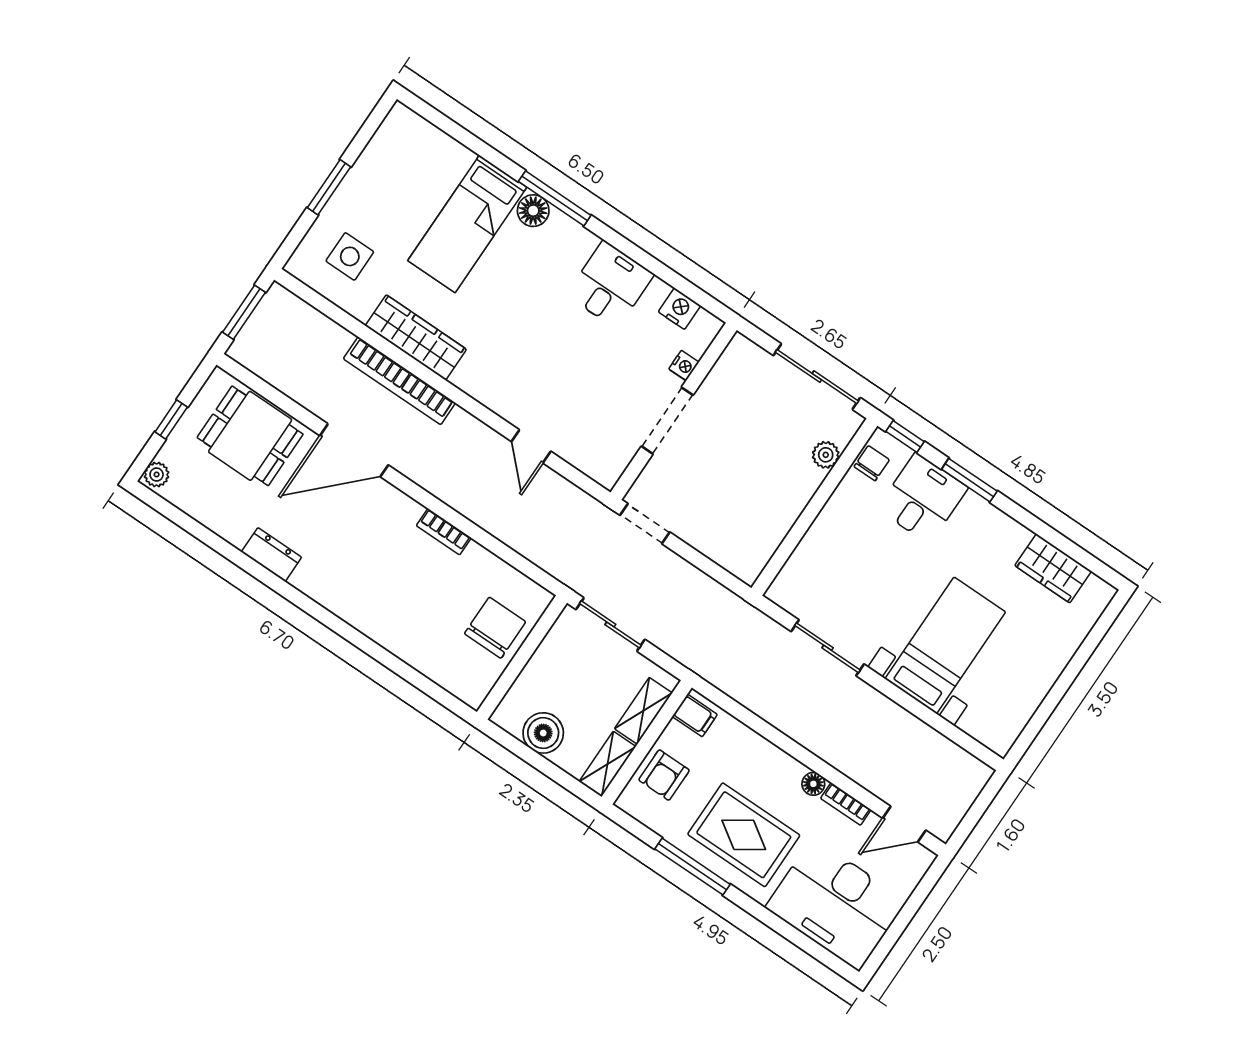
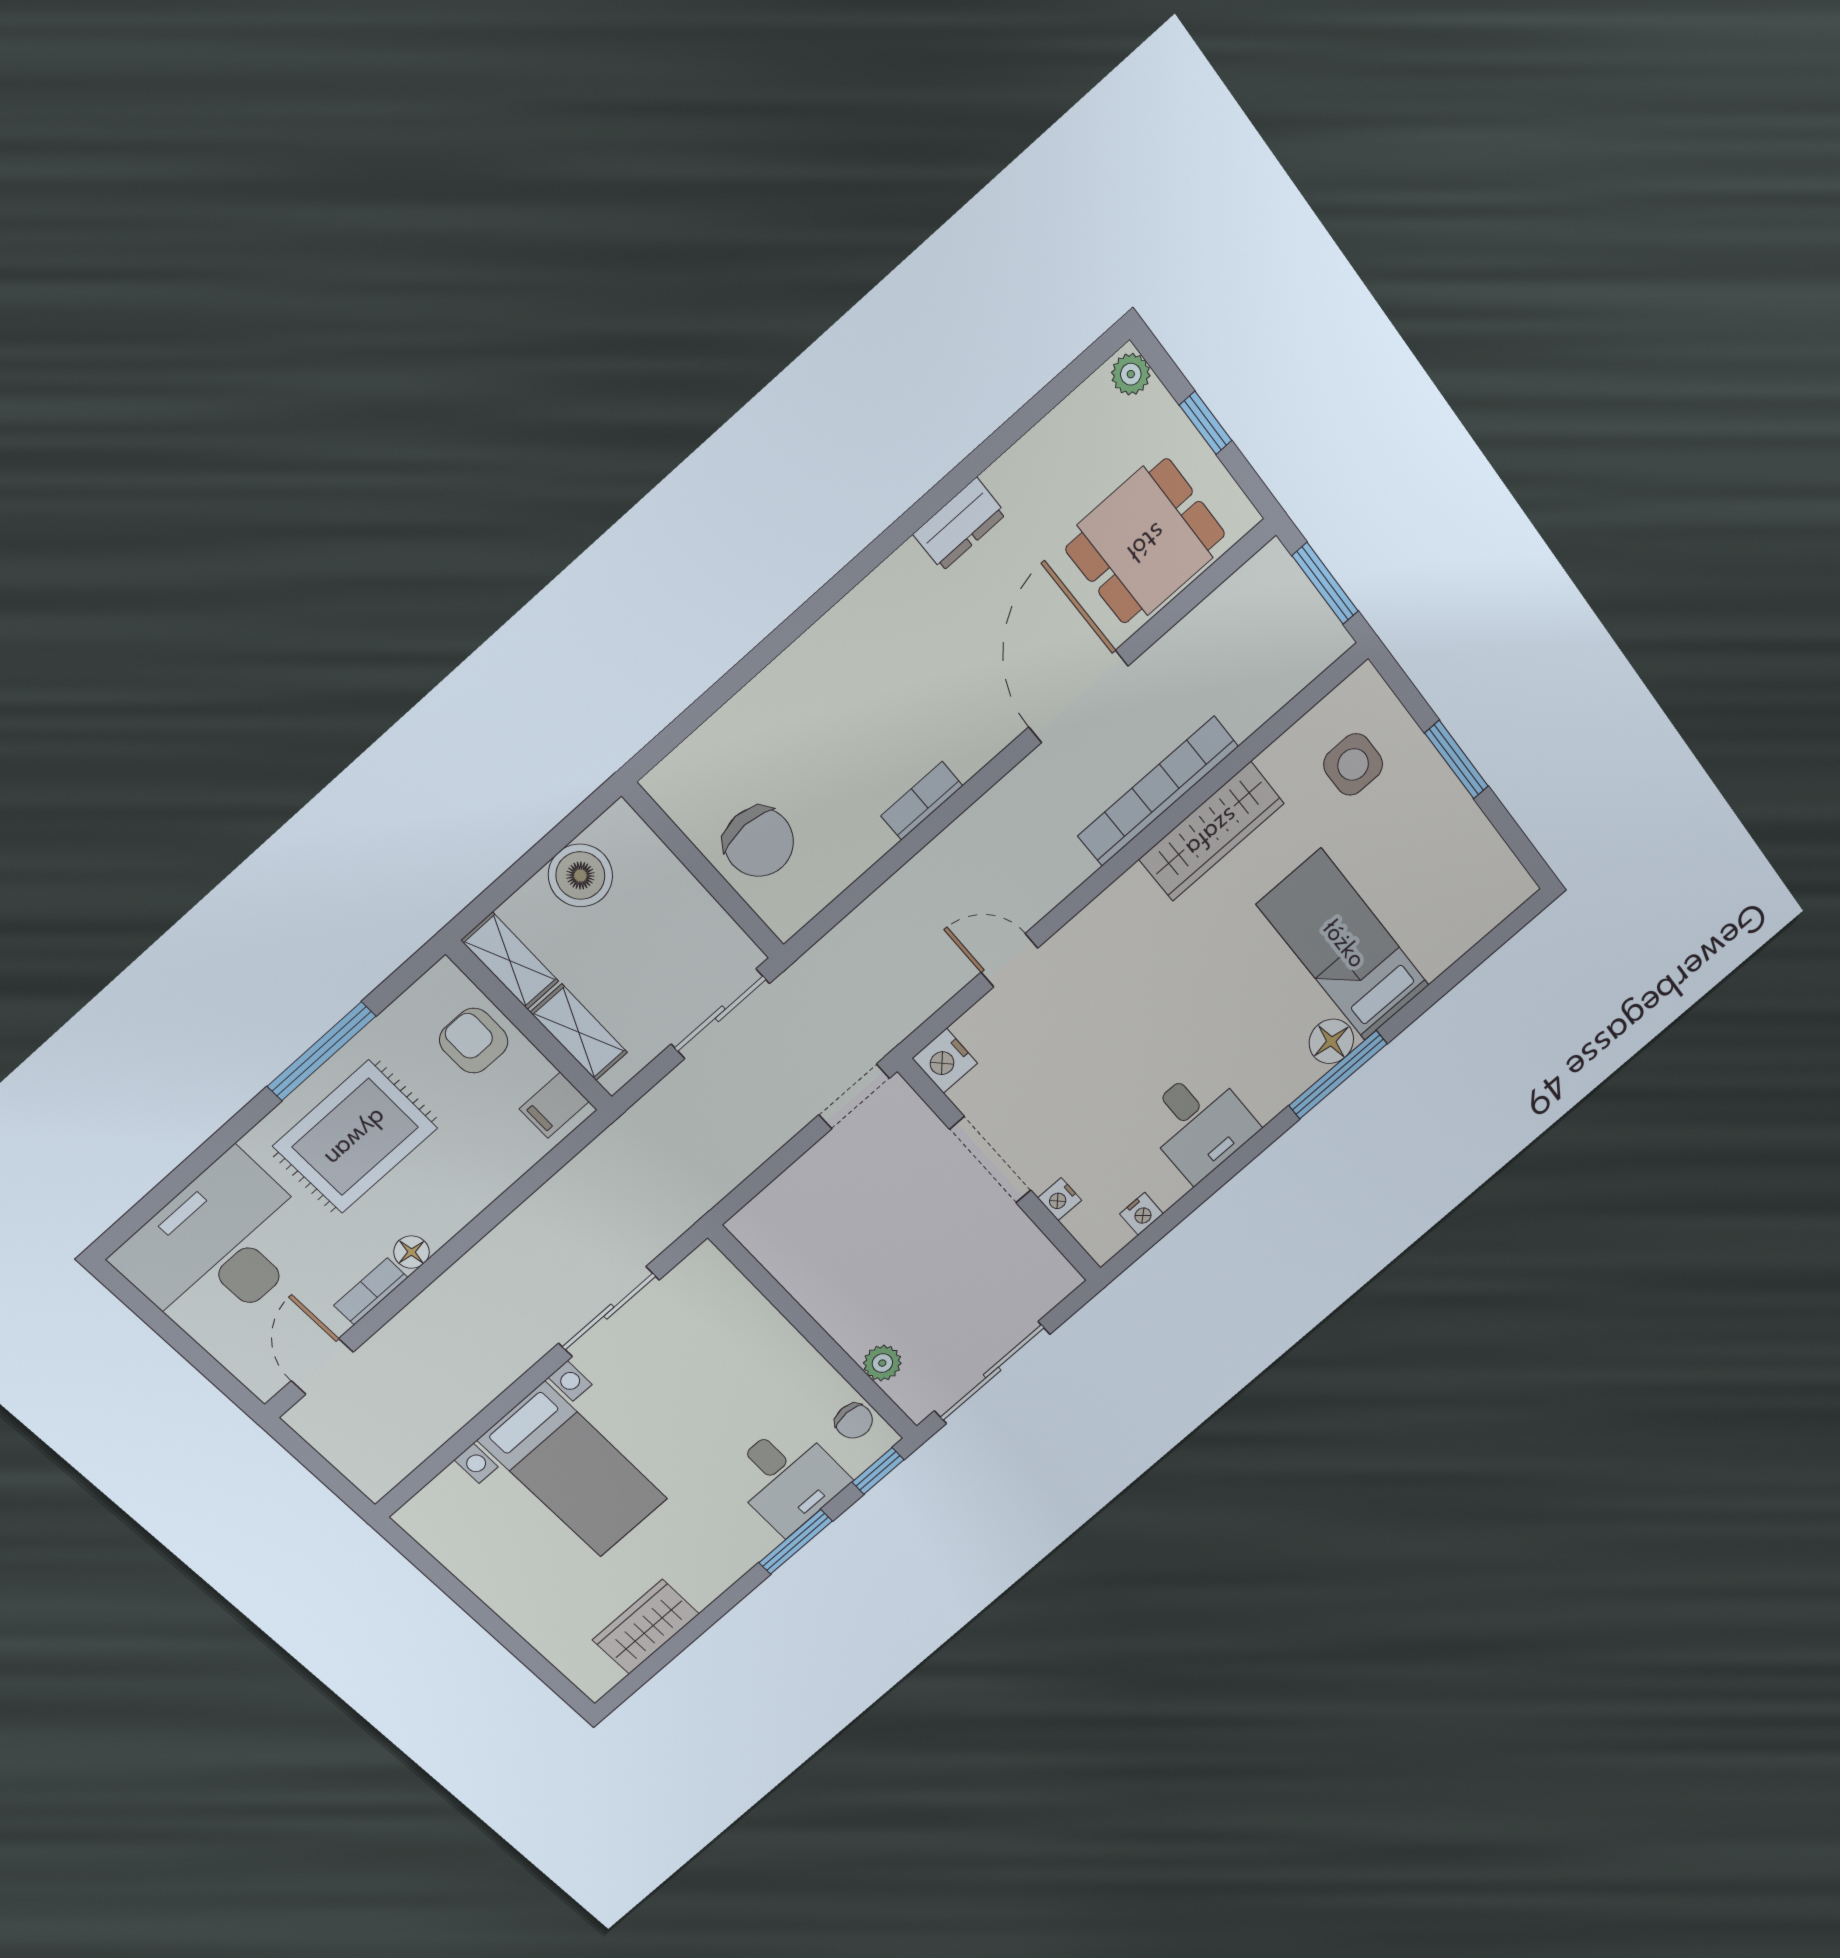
nightstand: (679, 309) -> (1141, 1214), width x0.72, depth x0.74
nightstand: (607, 470) -> (945, 1061), added

